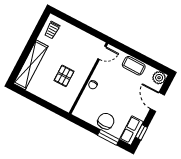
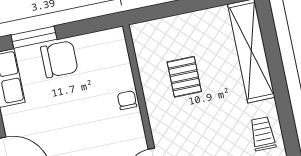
chair: (106, 121) -> (59, 59), turned -90

